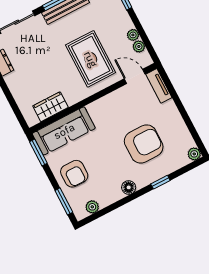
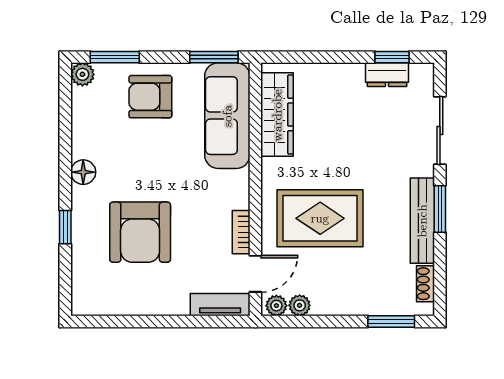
plant: (133, 35) -> (276, 306), moved
bookcase: (118, 94) -> (241, 232), added
wardrobe: (50, 107) -> (277, 115), width x1.50
plant: (194, 154) -> (82, 304), removed
plant: (92, 207) -> (82, 74), moved

